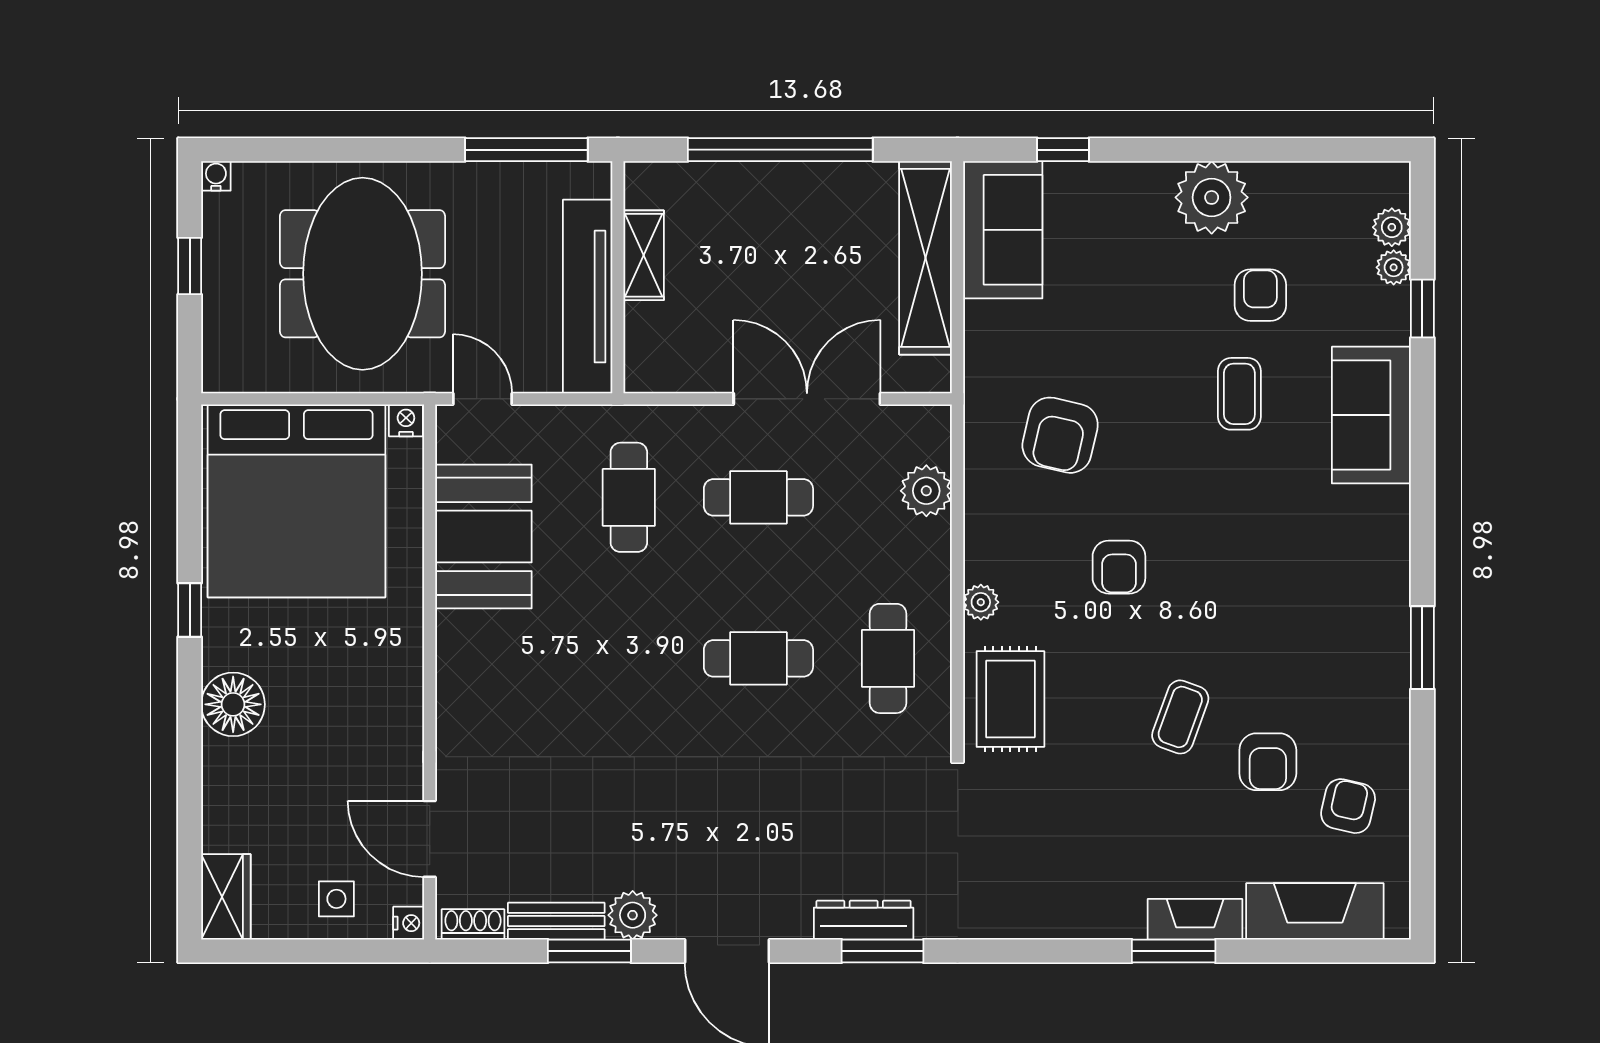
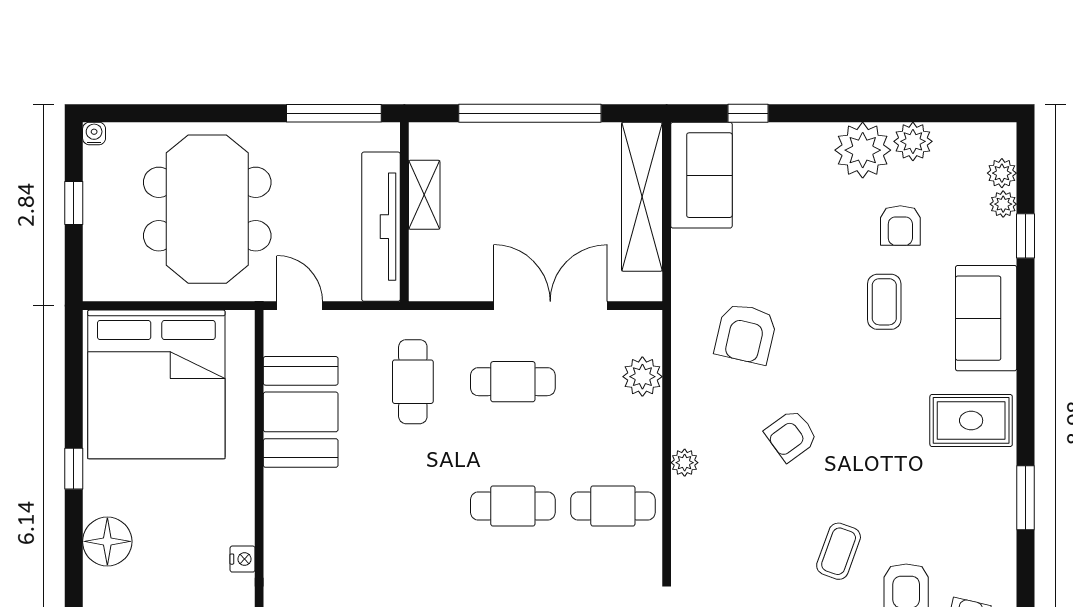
plant: (1277, 186) -> (913, 141), added
armchair: (1260, 295) -> (900, 226), turned 180
nightstand: (406, 420) -> (243, 559), moved, turned 90
armchair: (1119, 567) -> (791, 436), turned 54
cafe table: (888, 658) -> (613, 506), turned 90
rug: (1010, 699) -> (971, 420), moved, turned 90

